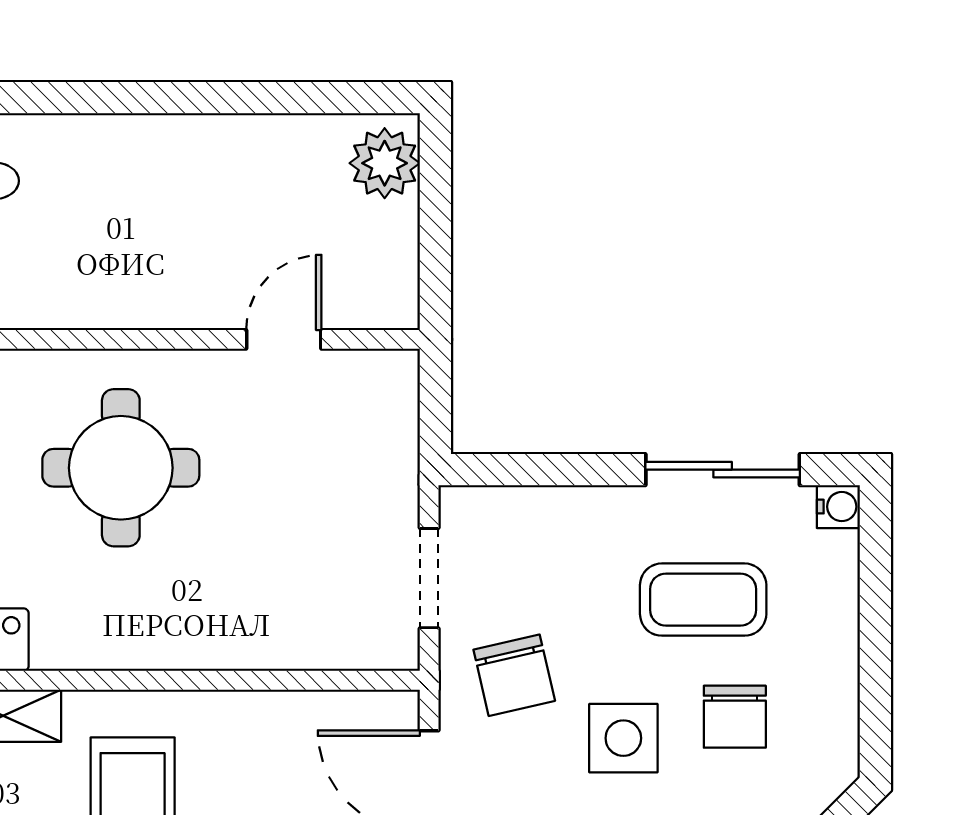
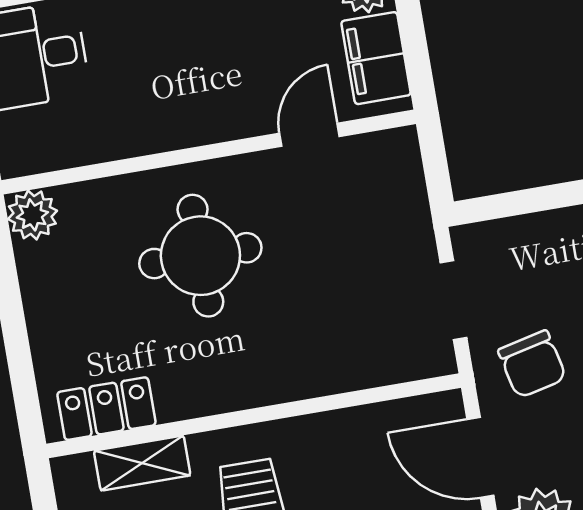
filing cabinet: (384, 257) -> (376, 58), added

